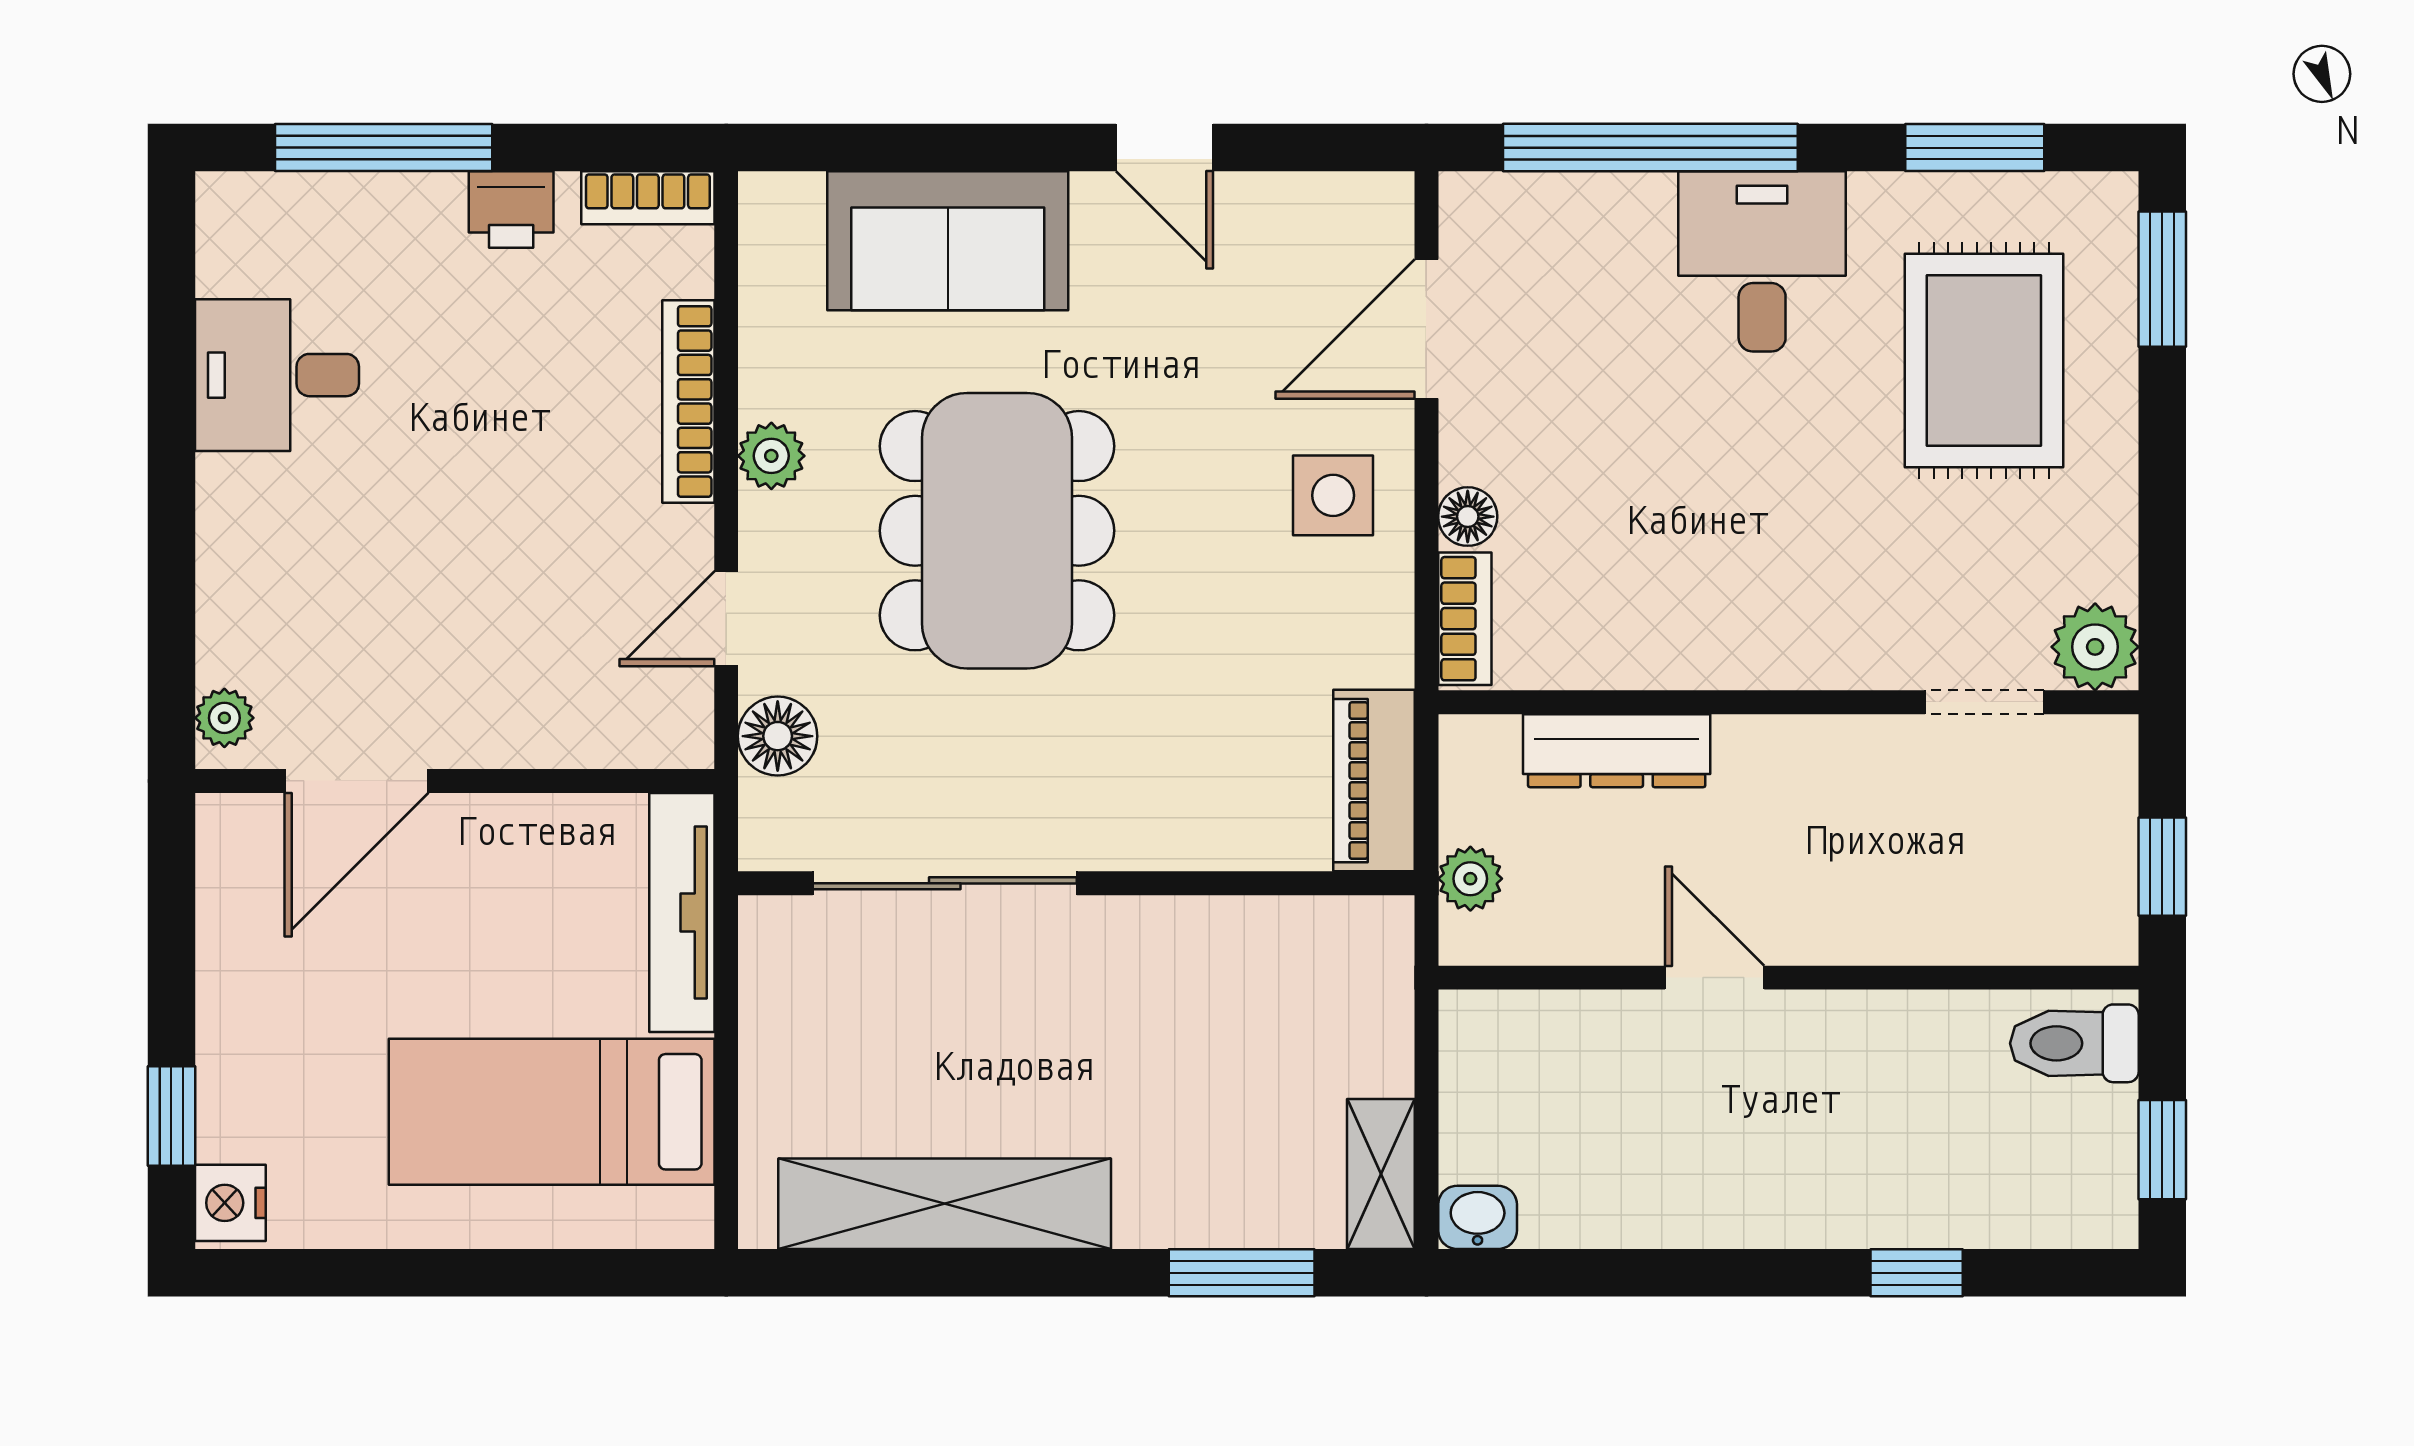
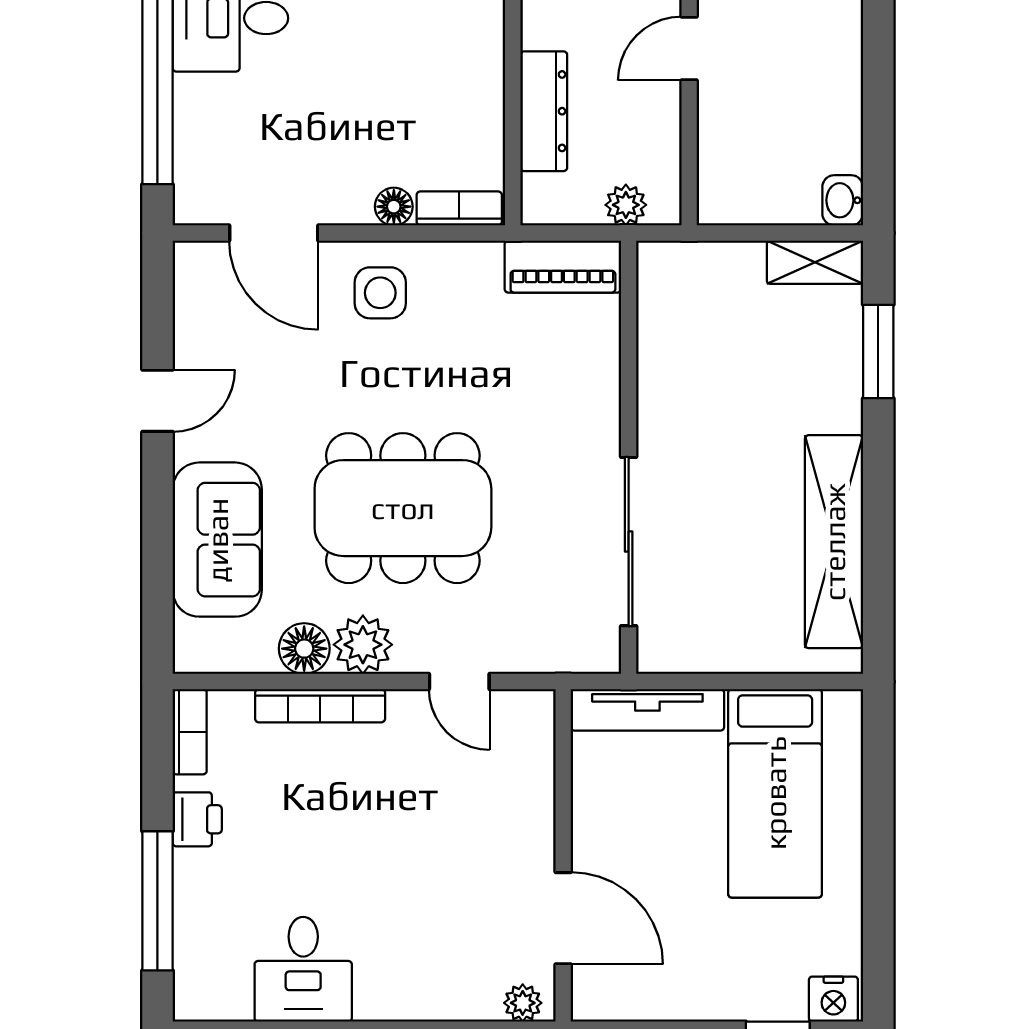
plant: (771, 456) -> (363, 645), width x1.38, depth x1.38
floor lamp: (778, 736) -> (304, 649), moved

